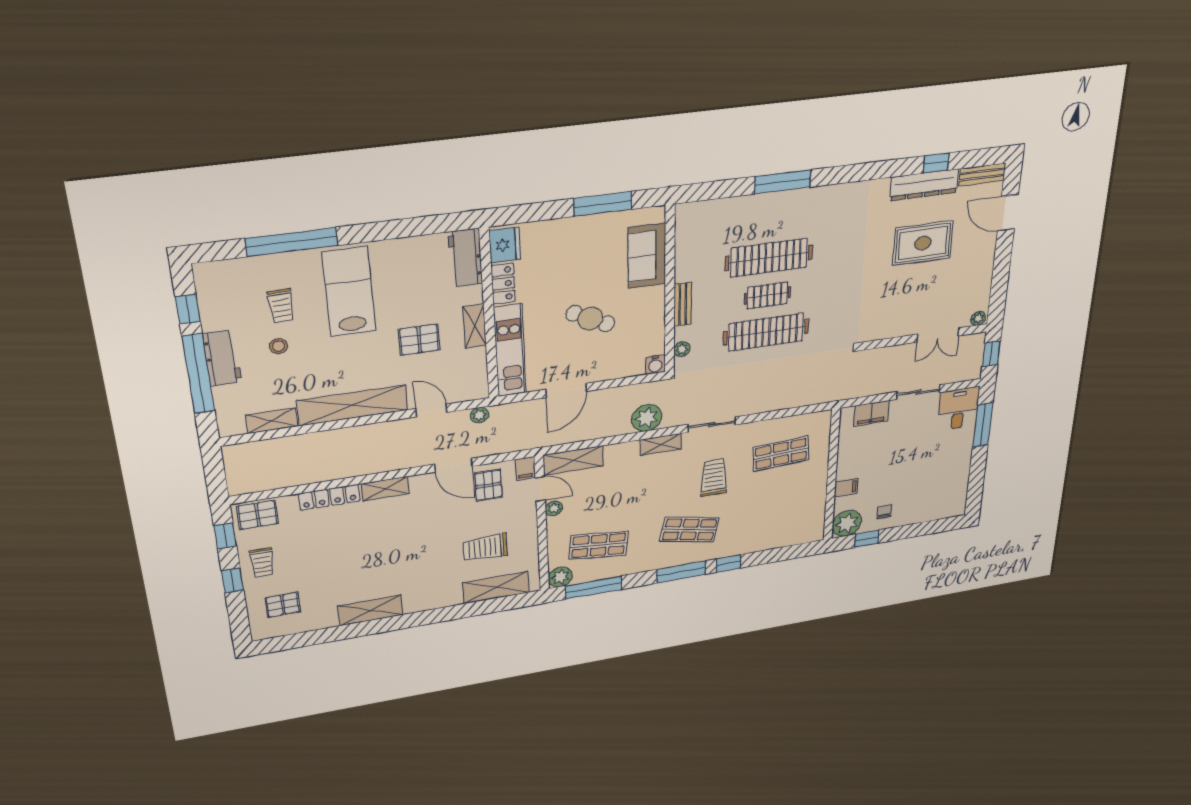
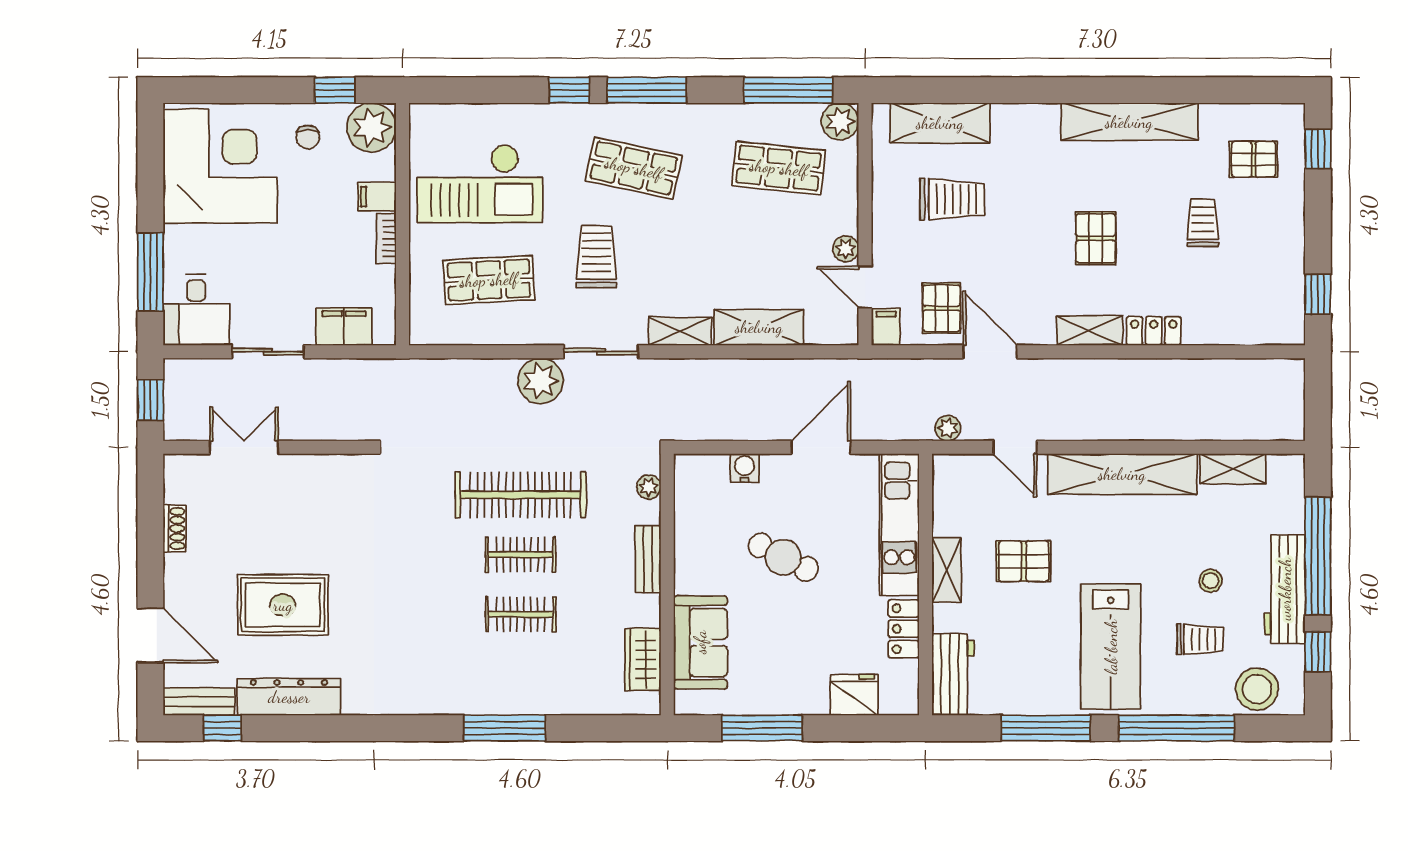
window: (936, 163) -> (222, 728), moved
window: (393, 230) -> (1046, 728), added
wardrobe: (687, 239) -> (643, 659), added
fridge: (505, 245) -> (854, 695), moved, turned 90
clothes rail: (769, 258) -> (520, 614), width x0.54, depth x0.76
stool: (232, 277) -> (1257, 689), added
shoe rack: (985, 281) -> (175, 529), added
trolley: (281, 306) -> (1200, 639), turned 92
plant: (978, 318) -> (180, 466), removed
workbench: (222, 358) -> (1285, 589), width x1.38
water cooler: (655, 365) -> (744, 468), moved
plant: (647, 418) -> (541, 381), moved
shelving: (573, 461) -> (759, 327), moved
bookcase: (842, 466) -> (386, 239), added
trolley: (714, 478) -> (596, 257), turned 180
corner desk: (936, 488) -> (220, 166), added
locker: (329, 497) -> (1154, 331), width x0.66
checkout: (784, 505) -> (480, 184), added
pallet: (258, 515) -> (1096, 238), moved, turned 90
trolley: (262, 563) -> (1203, 223), moved
window: (233, 581) -> (1318, 149), moved
shelving: (370, 610) -> (1129, 122), width x1.47

